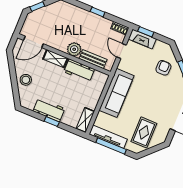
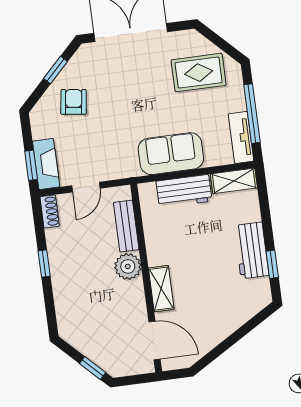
armchair: (163, 68) -> (74, 102), turned 98
workbench: (79, 71) -> (184, 191), moved, turned 90
stool: (26, 80) -> (224, 317), removed
sofa: (117, 93) -> (171, 154), width x0.73
window: (52, 122) -> (272, 264), moved
tv unit: (108, 137) -> (241, 137), width x0.71

